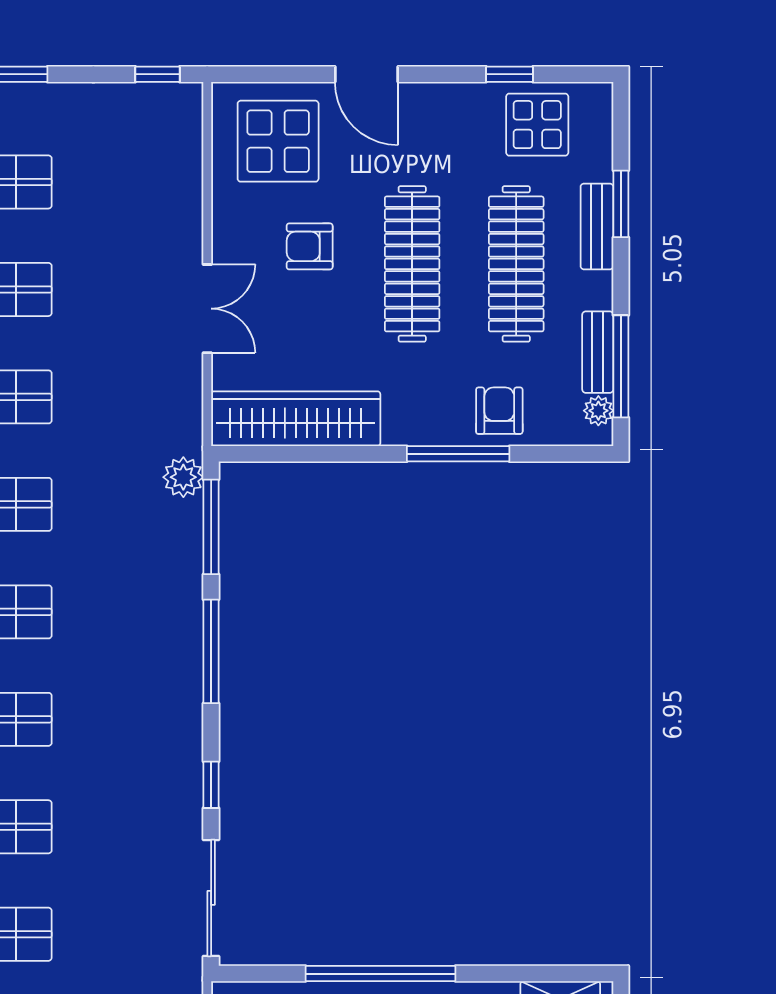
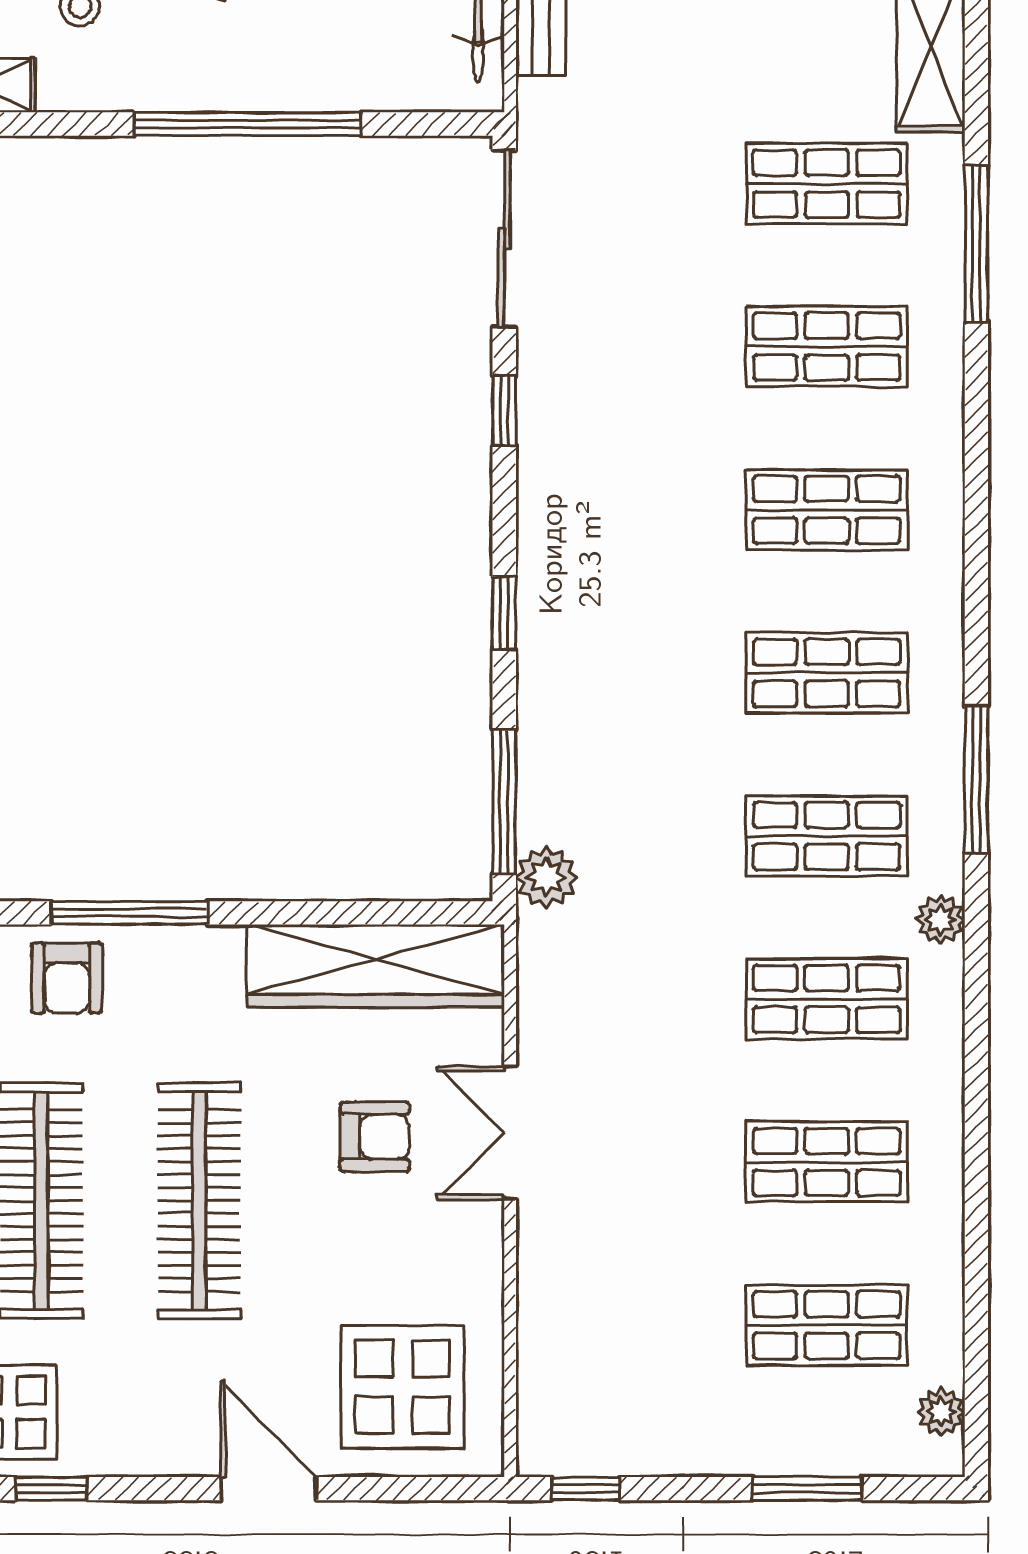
armchair: (310, 246) -> (375, 1137), moved
window: (211, 651) -> (504, 613), width x0.46

